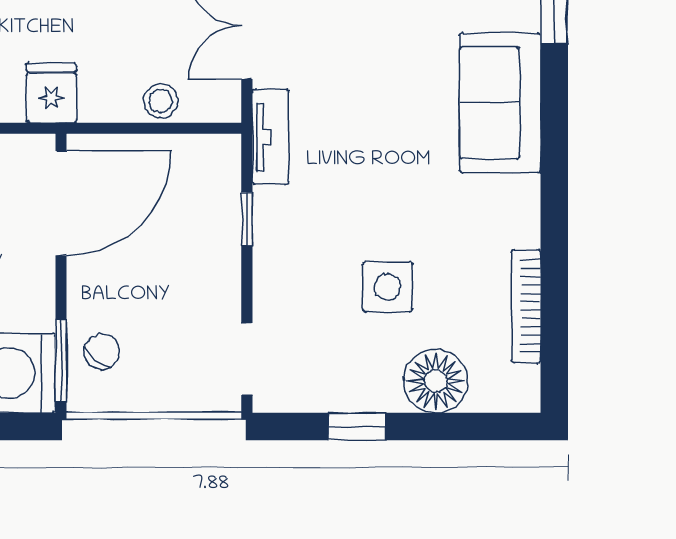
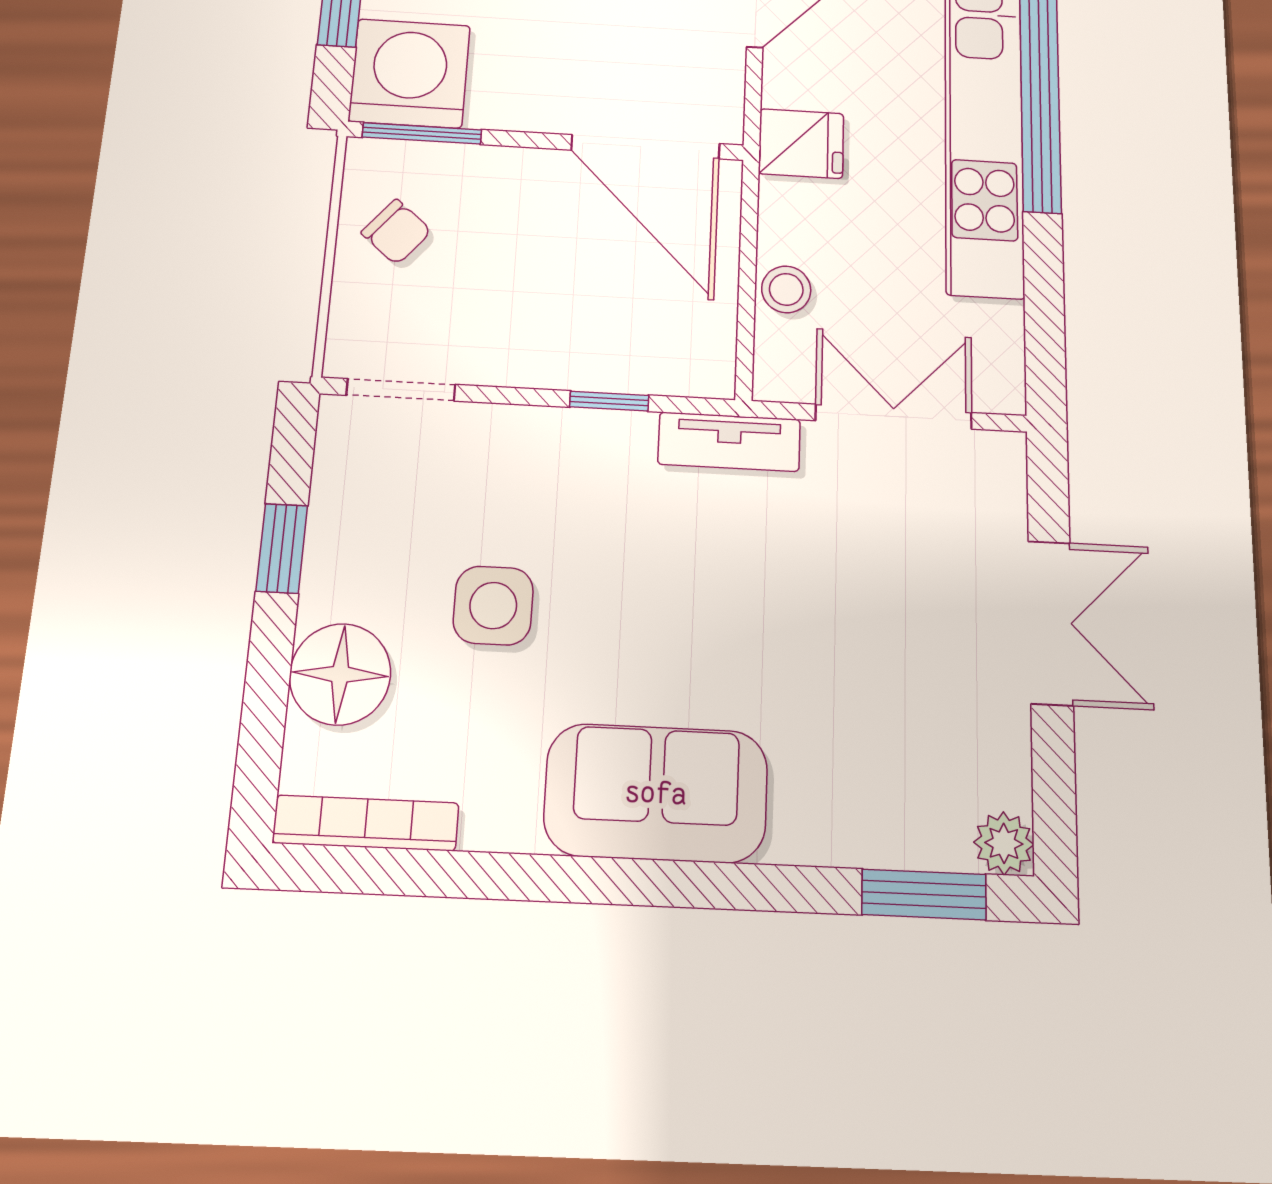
sofa: (500, 103) -> (656, 793), moved
bookcase: (526, 306) -> (366, 823), moved
chair: (102, 352) -> (396, 232), moved

